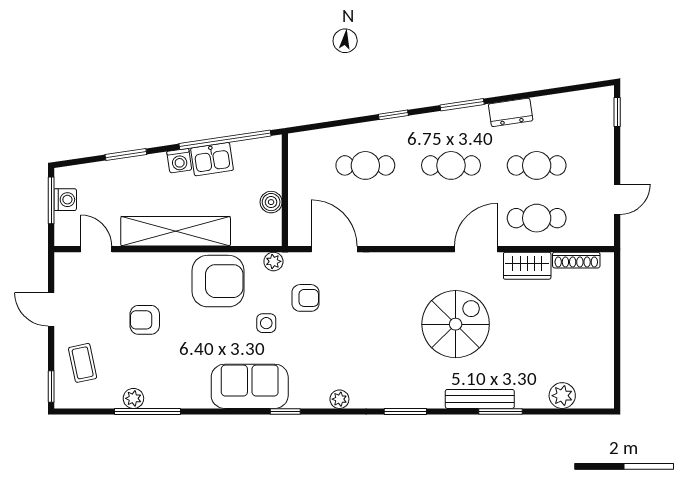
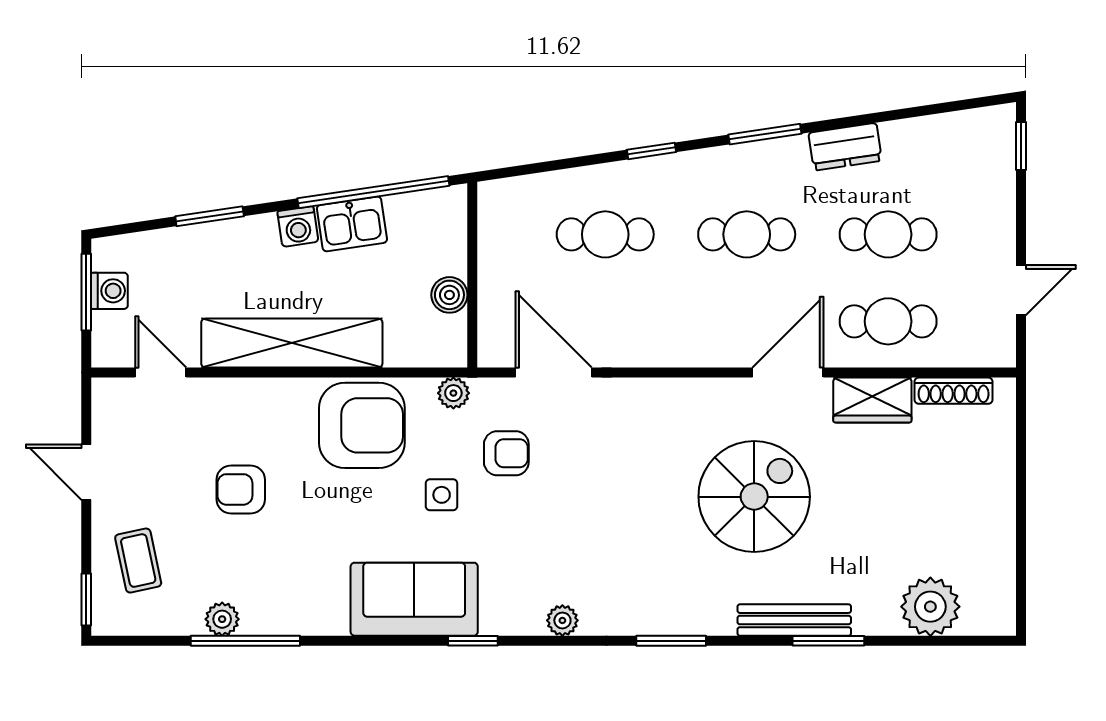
plant: (562, 396) -> (930, 607), width x1.36, depth x1.36

